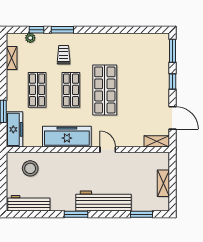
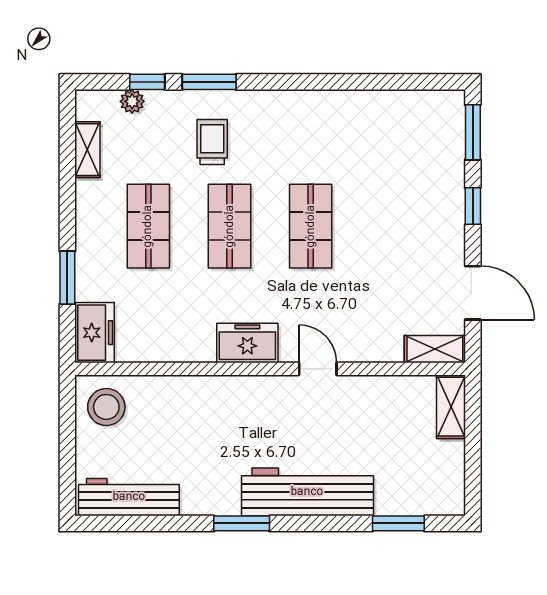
shop shelf: (105, 90) -> (311, 226), width x0.70, depth x0.74
freezer: (15, 129) -> (94, 333), width x0.71
freezer: (67, 137) -> (247, 343), width x0.52, depth x0.79
stool: (30, 168) -> (106, 407), moved
shelving: (163, 183) -> (451, 407), moved

